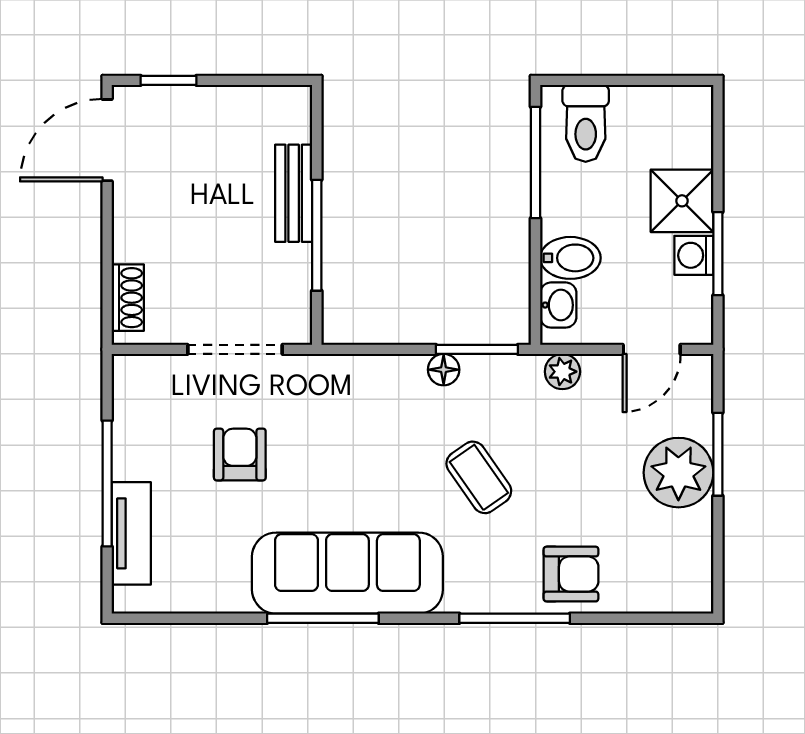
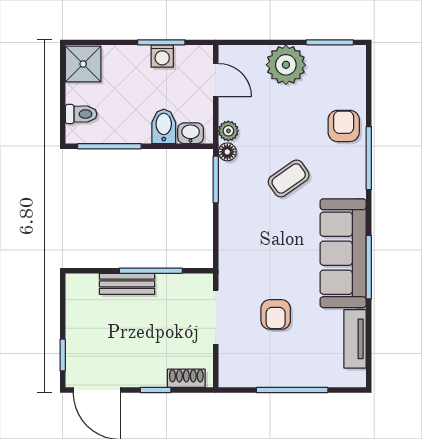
toilet: (586, 123) -> (81, 114), width x0.73, depth x0.72
shower: (682, 201) -> (83, 64), moved
window: (107, 244) -> (156, 390), added
floor lamp: (444, 370) -> (227, 152), moved
window: (718, 454) -> (330, 42), moved
armchair: (240, 455) -> (276, 314), turned -90
tv unit: (131, 533) -> (355, 339), moved, turned -90

